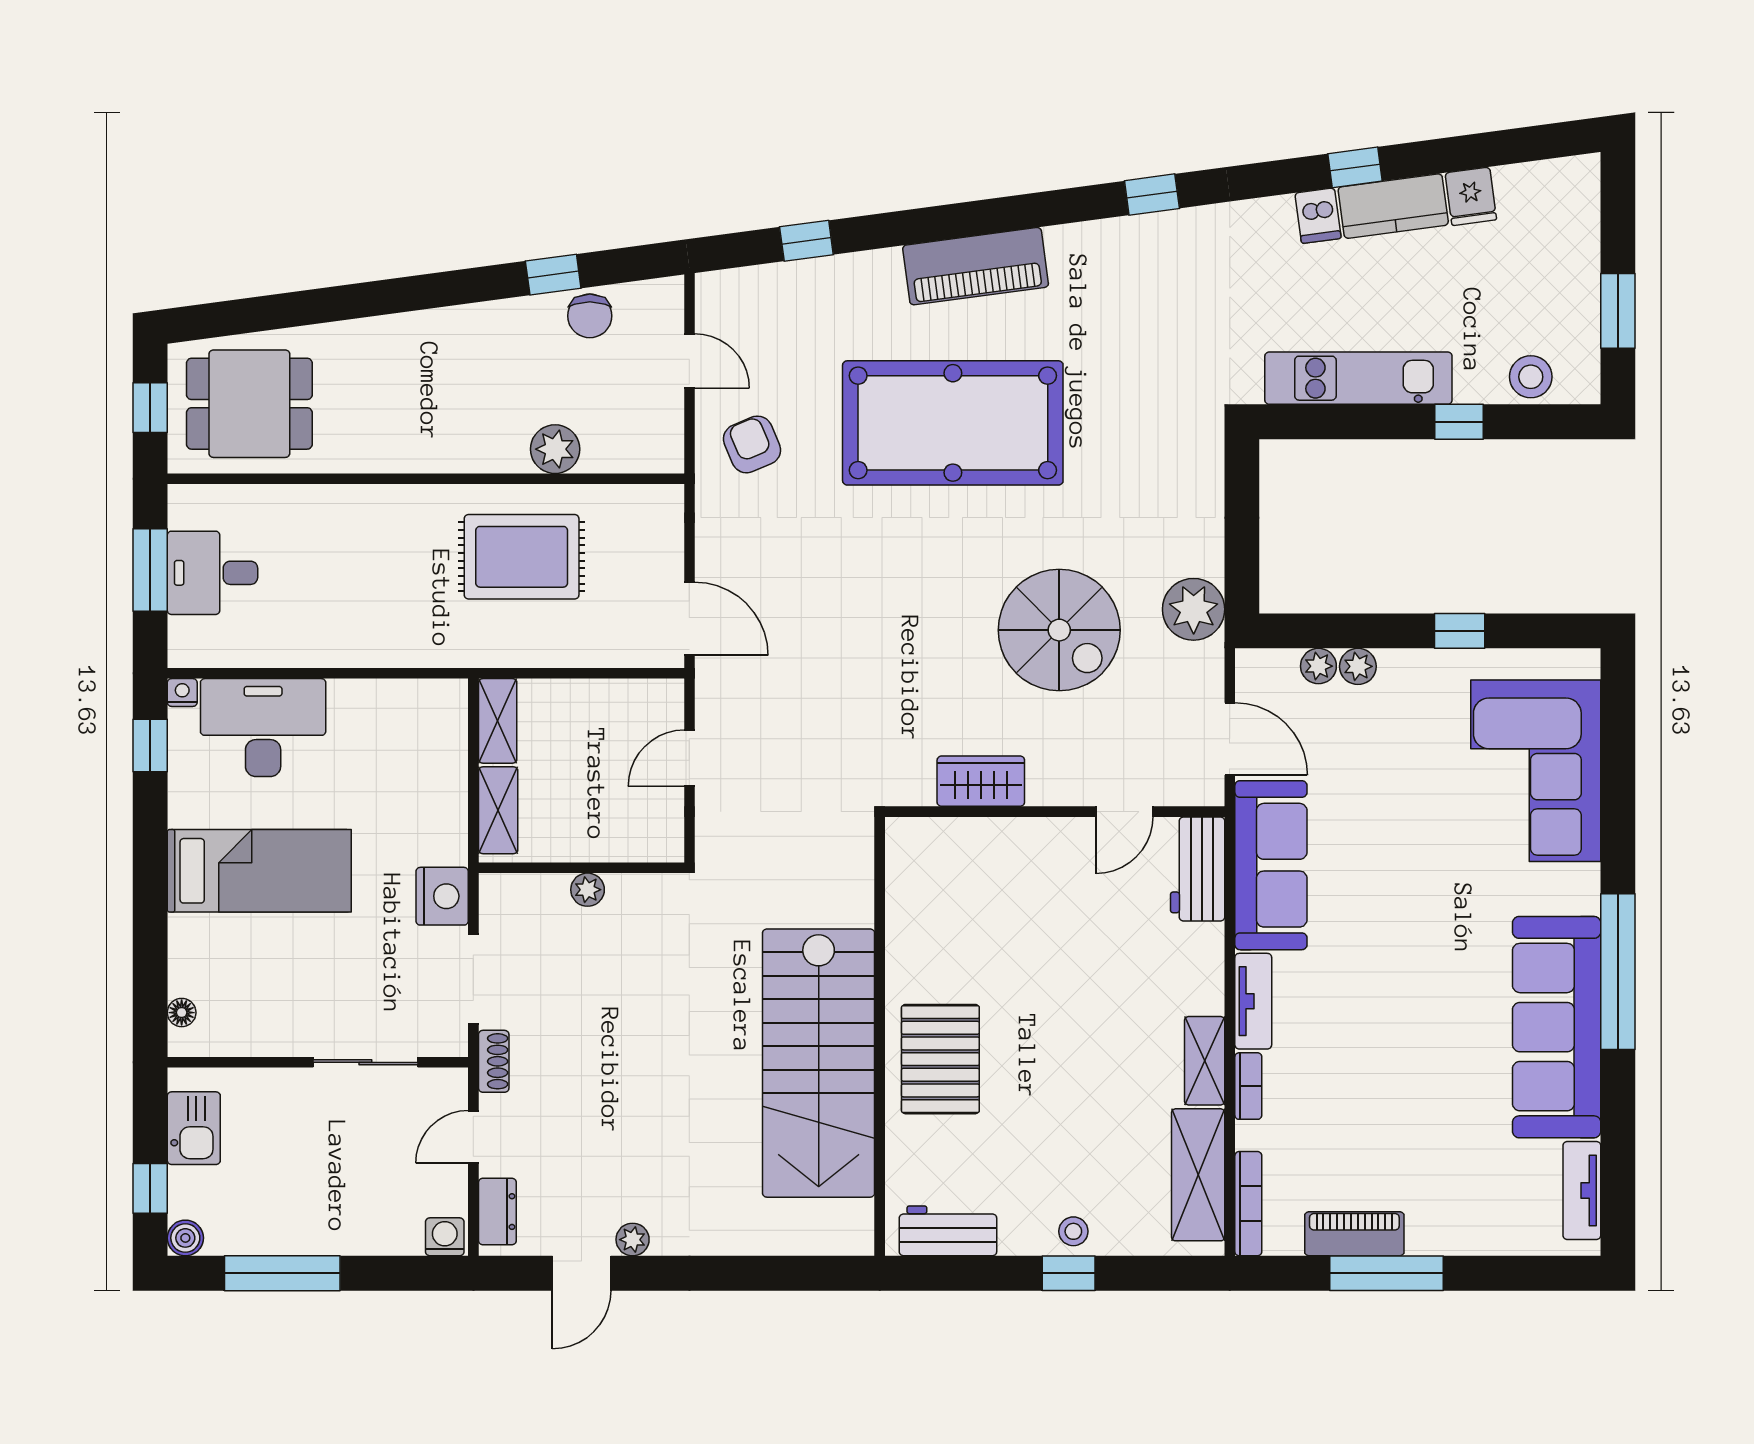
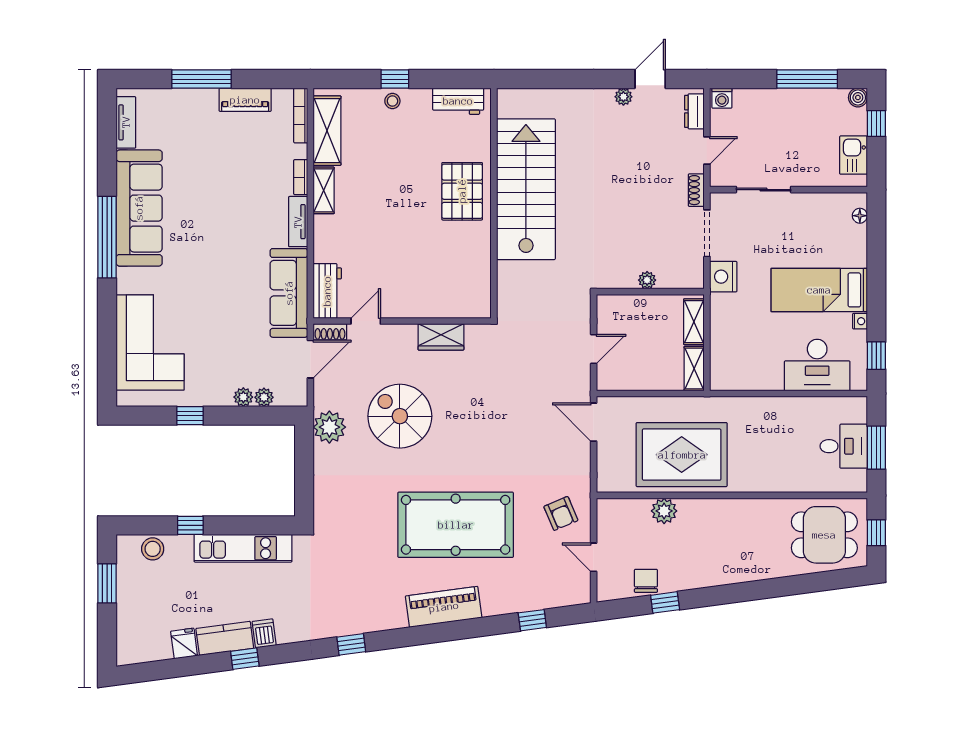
rug: (522, 557) -> (682, 455), width x1.37, depth x1.44
nightstand: (182, 693) -> (860, 321), moved, turned -90
door: (1230, 739) -> (310, 359), swing flipped
shoe rack: (1193, 791) -> (330, 332), added
window: (1387, 1273) -> (201, 79), moved

